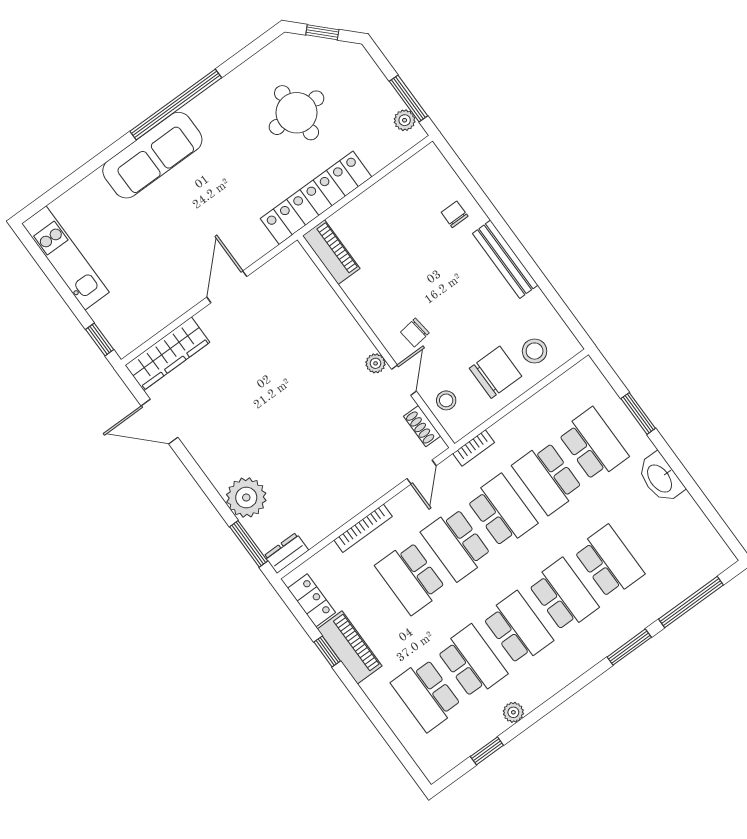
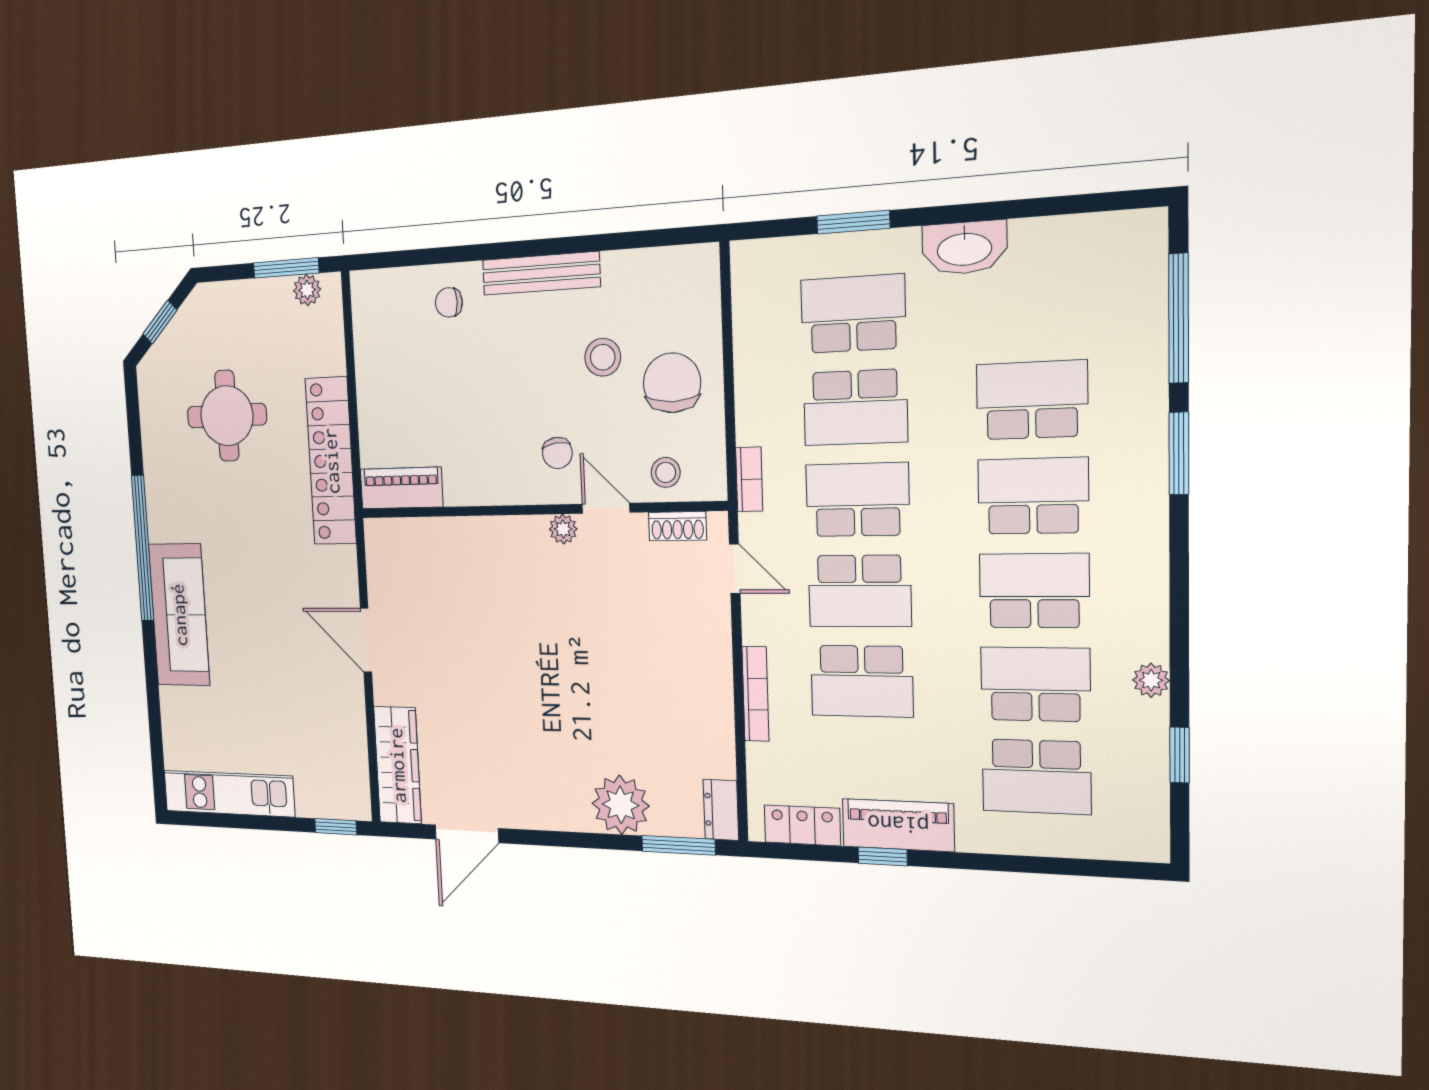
stool: (535, 351) -> (603, 357), moved

